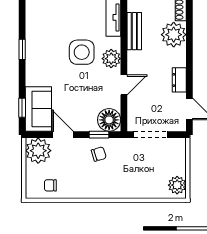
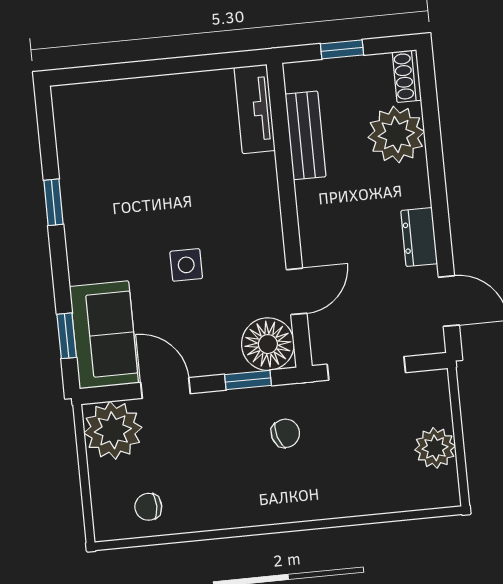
side table: (82, 52) -> (186, 265), moved, width x0.54, depth x0.54
plant: (111, 59) -> (259, 203), removed
door: (124, 85) -> (297, 291), moved
chair: (99, 154) -> (285, 433), moved
plant: (177, 185) -> (435, 448), moved

